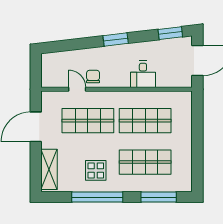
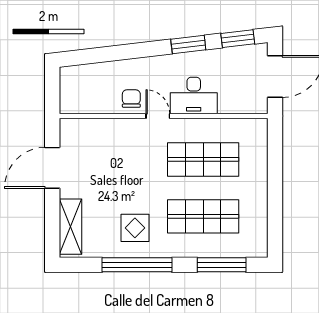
window: (116, 40) -> (188, 44), moved
desk: (143, 74) -> (194, 96), width x1.37
door: (77, 89) -> (158, 116), moved
shop shelf: (88, 121) -> (124, 159), removed

